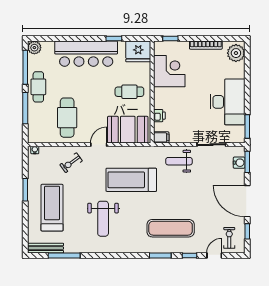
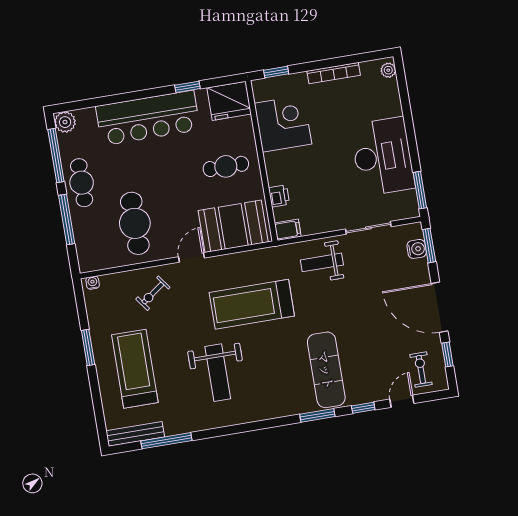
plant: (236, 53) -> (388, 70), width x0.53, depth x0.53
exercise mat: (171, 228) -> (326, 370), turned 90

